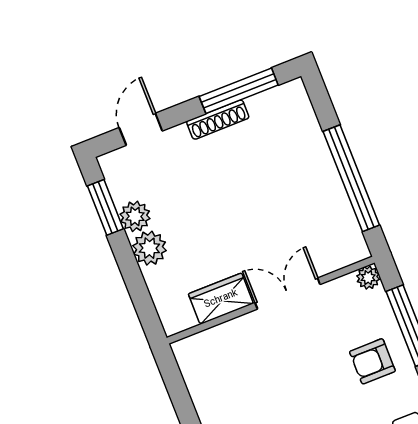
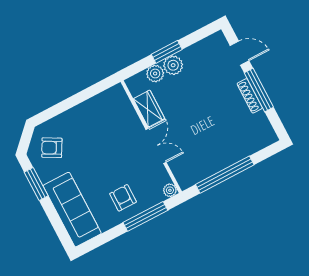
window: (239, 91) -> (259, 90), moved
window: (105, 207) -> (167, 52), moved
plant: (135, 216) -> (155, 74), moved

